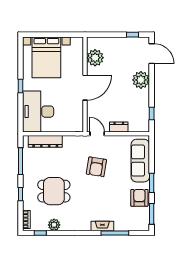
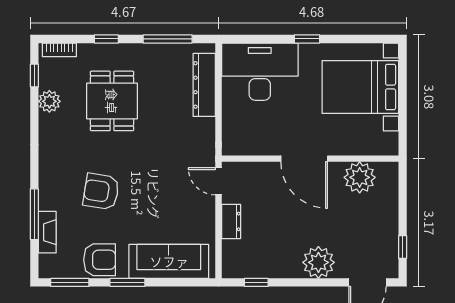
door: (97, 134) -> (218, 181), swing flipped
armchair: (96, 167) -> (101, 191), moved
fireplace: (102, 226) -> (47, 232), moved

